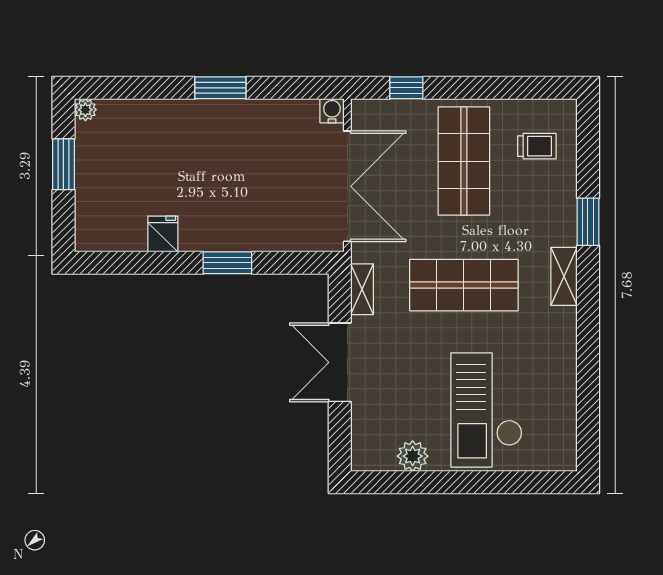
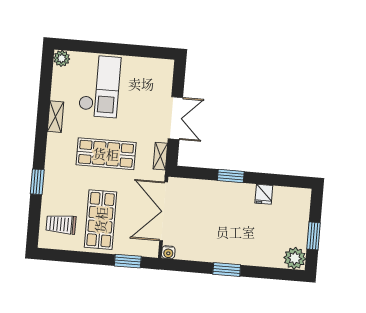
window: (406, 88) -> (128, 261), width x1.50
plant: (85, 110) -> (295, 258), width x1.87, depth x1.87
trolley: (537, 146) -> (61, 224), width x1.36, depth x1.39
shelving: (564, 276) -> (56, 117), moved
plant: (413, 456) -> (62, 58), moved

